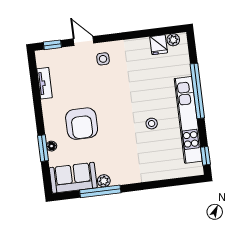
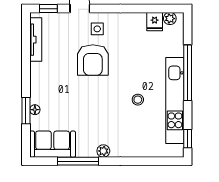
tv unit: (45, 83) -> (36, 40), width x1.41
armchair: (82, 124) -> (93, 60), moved
plant: (104, 181) -> (103, 151), moved

